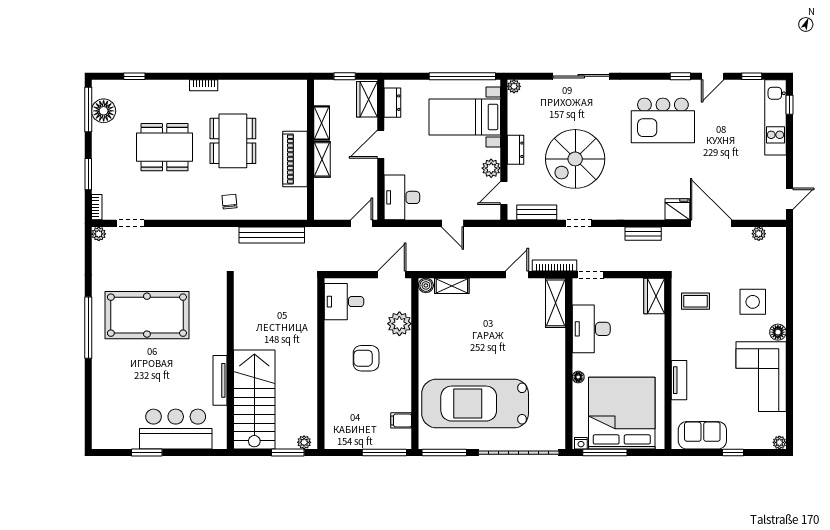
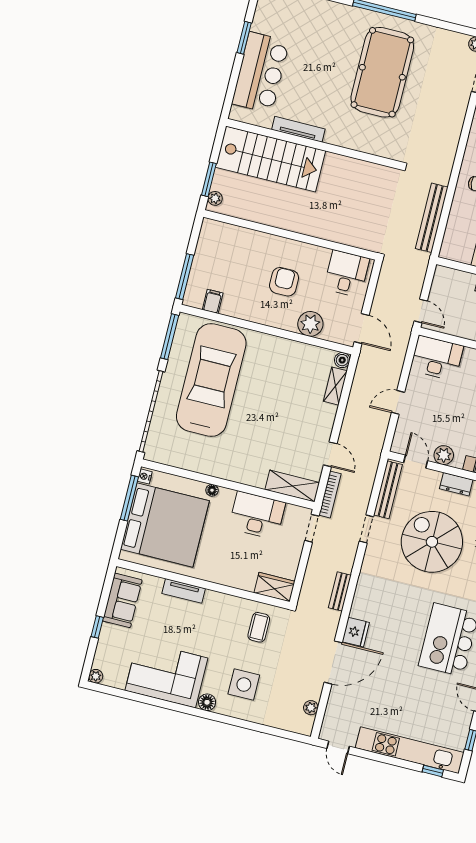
kitchen unit: (775, 117) -> (410, 750), width x1.36
bench: (537, 212) -> (388, 490), width x1.36

